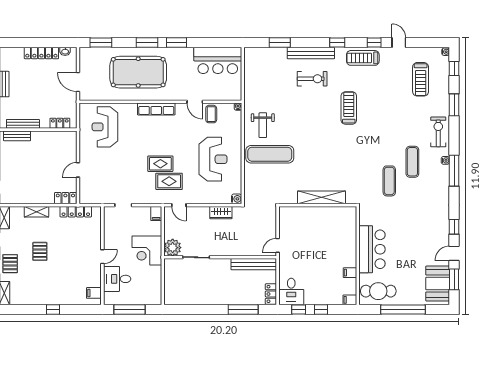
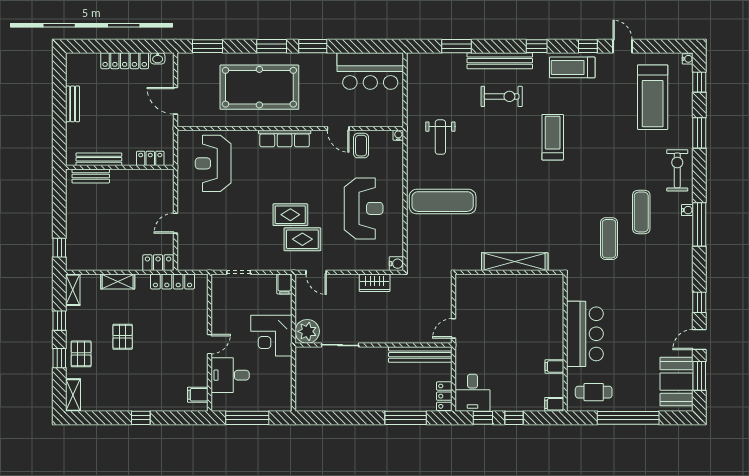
treadmill: (421, 79) -> (653, 97), width x1.37, depth x1.38
weight bench: (263, 125) -> (440, 137), moved
cafe table: (378, 291) -> (594, 392), width x0.73, depth x0.74

